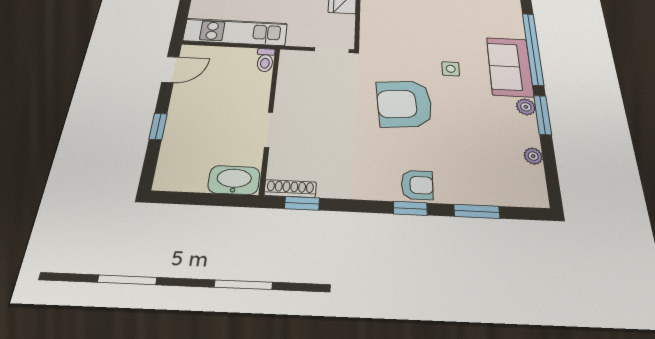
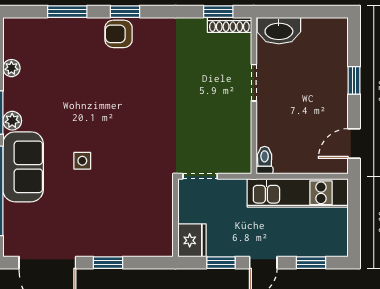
armchair: (404, 104) -> (129, 118), removed

